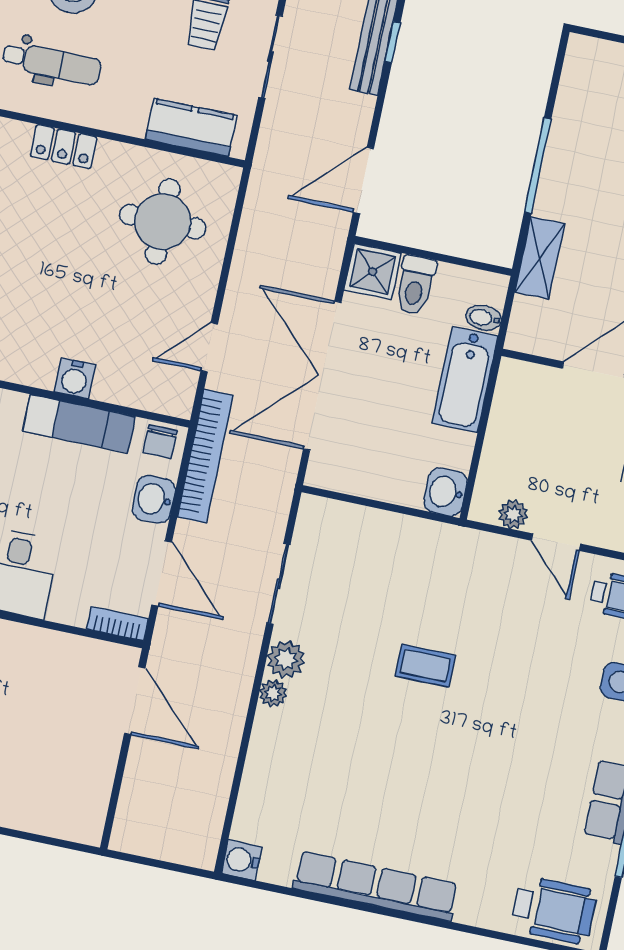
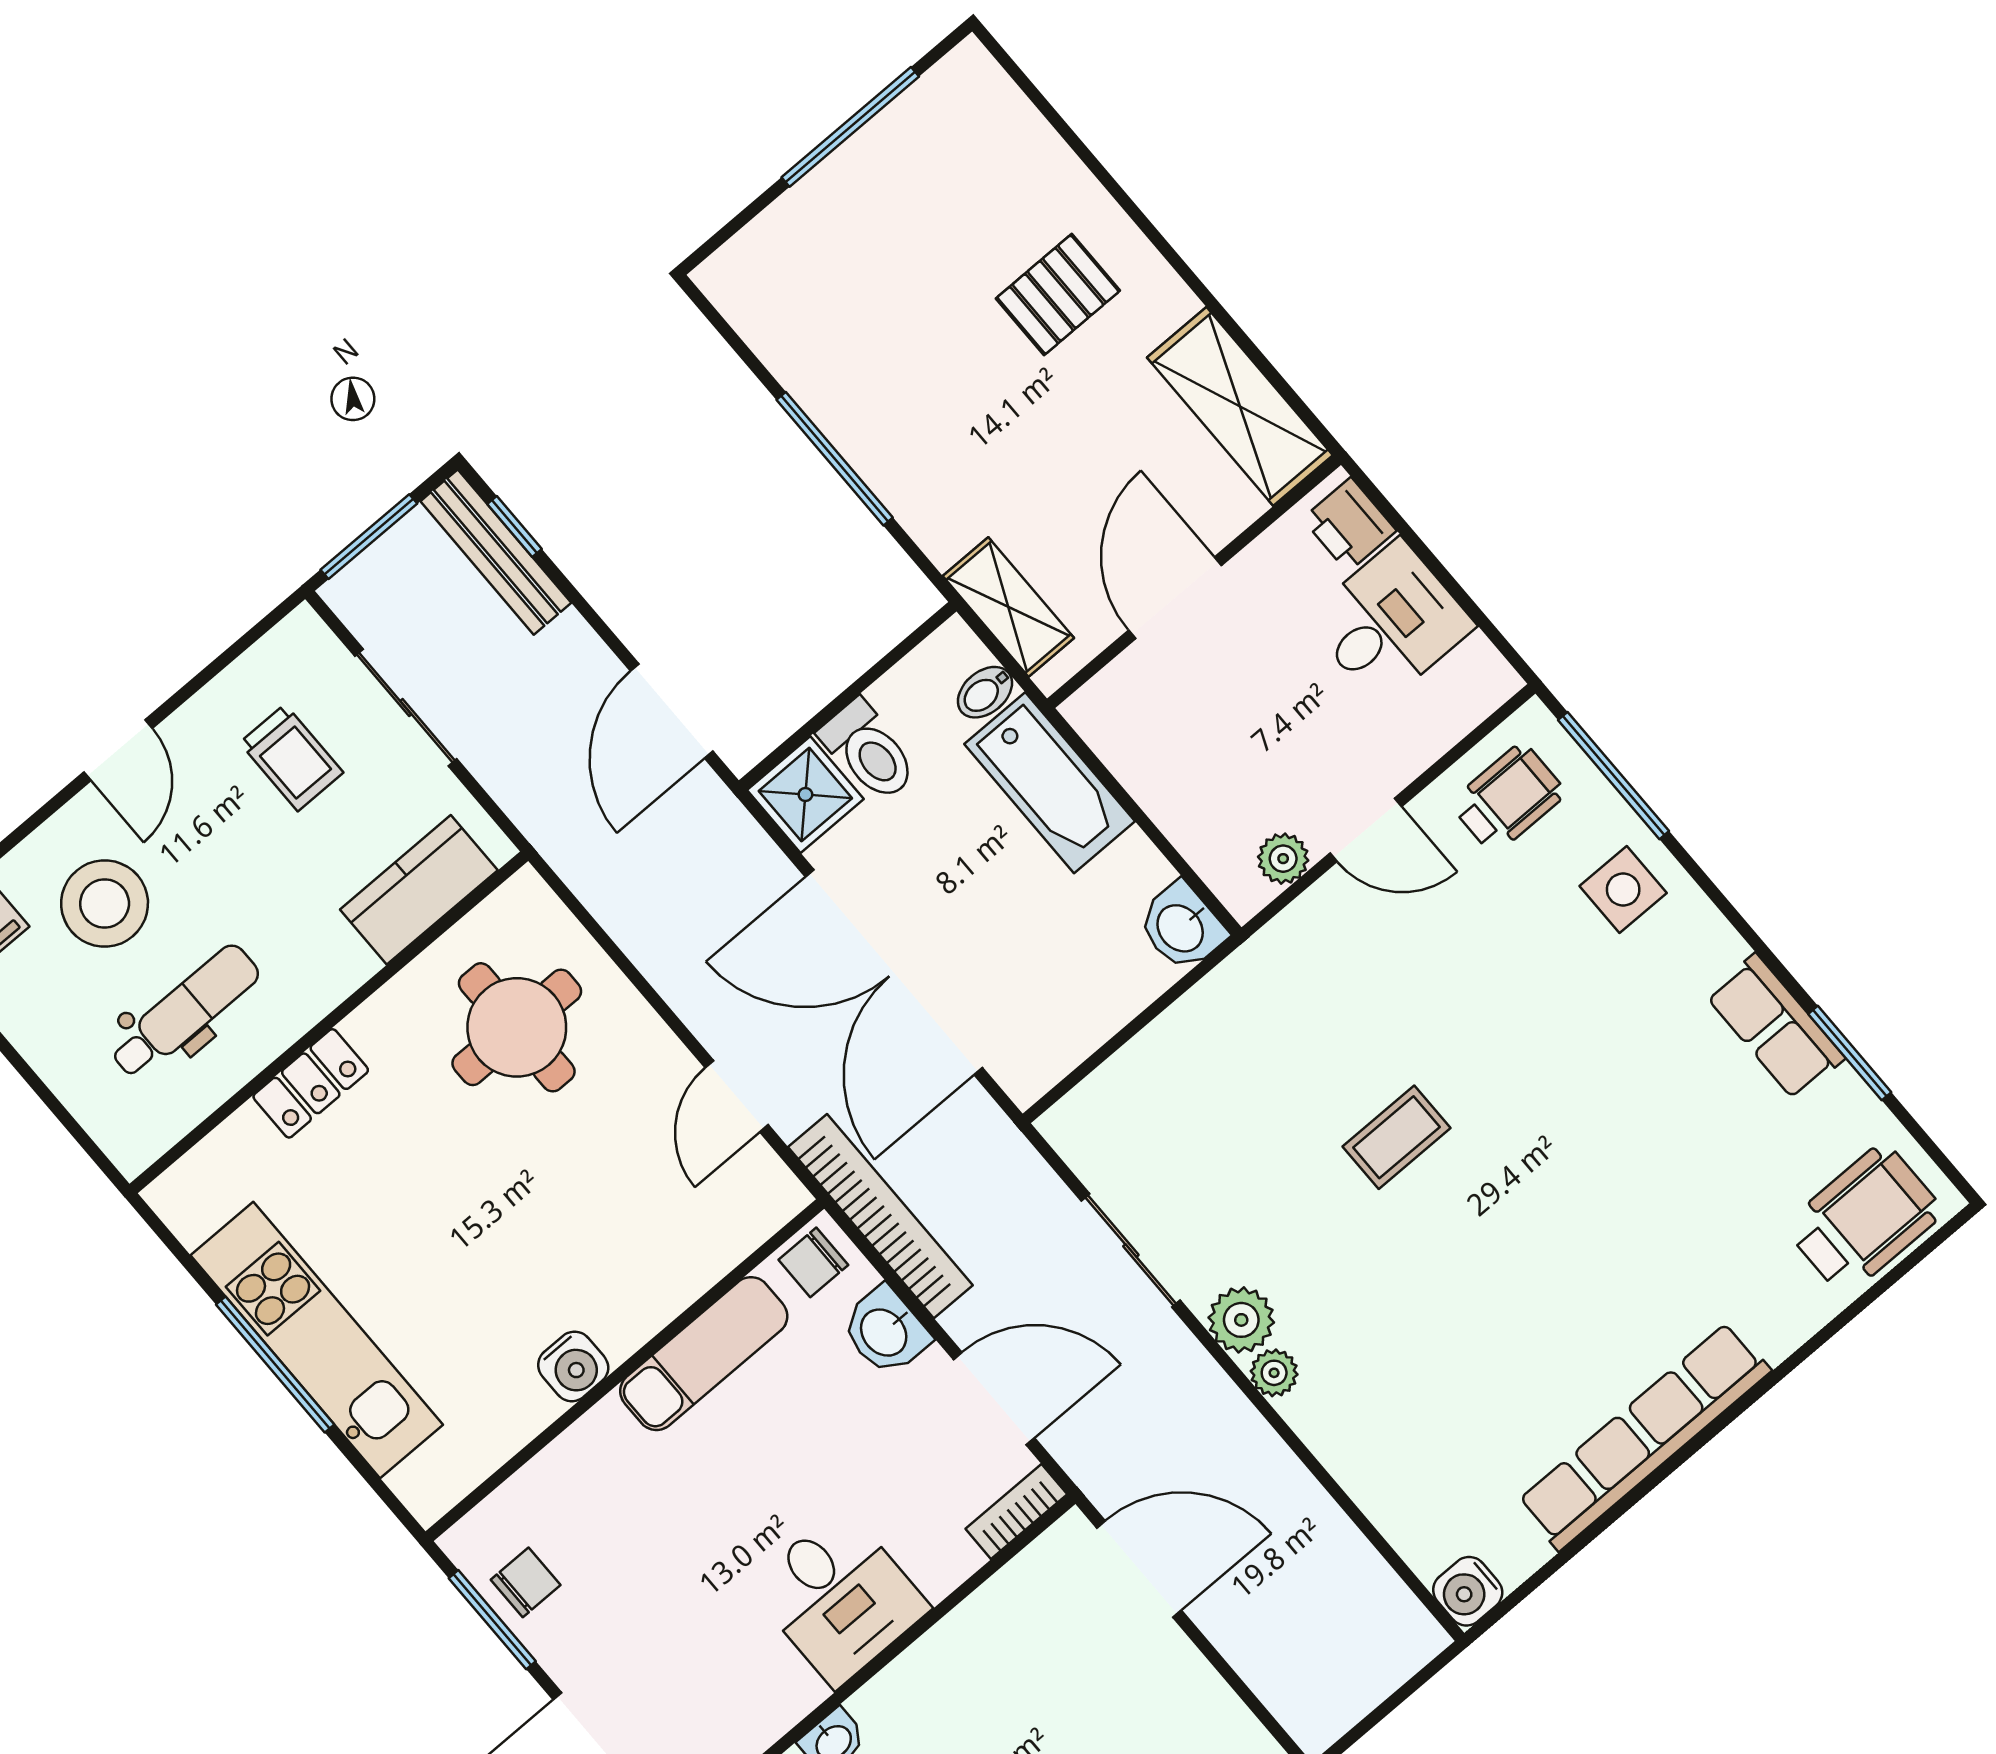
shelving: (540, 258) -> (1008, 607), moved
water cooler: (75, 378) -> (573, 1366), moved
chair: (160, 442) -> (813, 1262), turned 90

